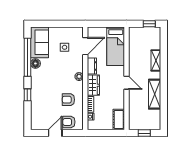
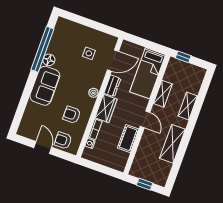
window: (149, 24) -> (183, 57), moved
sofa: (40, 42) -> (45, 86), moved
shelving: (133, 58) -> (163, 94), added
window: (27, 95) -> (27, 93), removed
cot: (119, 120) -> (128, 139), moved
door: (55, 133) -> (43, 148), hinge flipped

